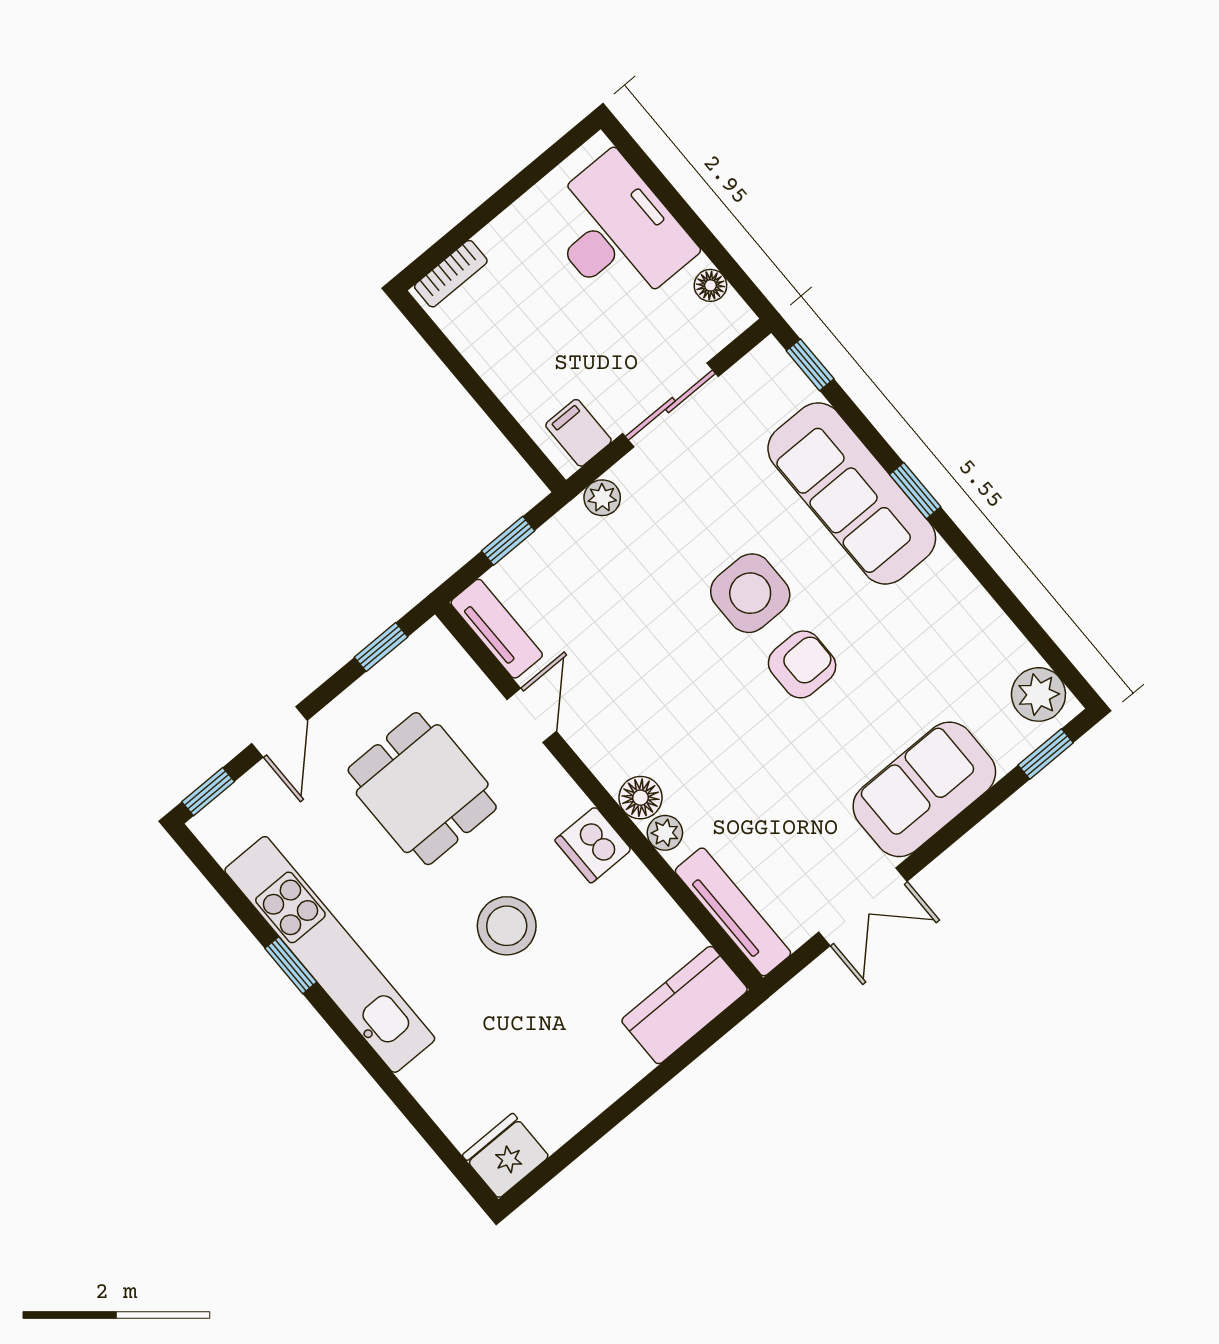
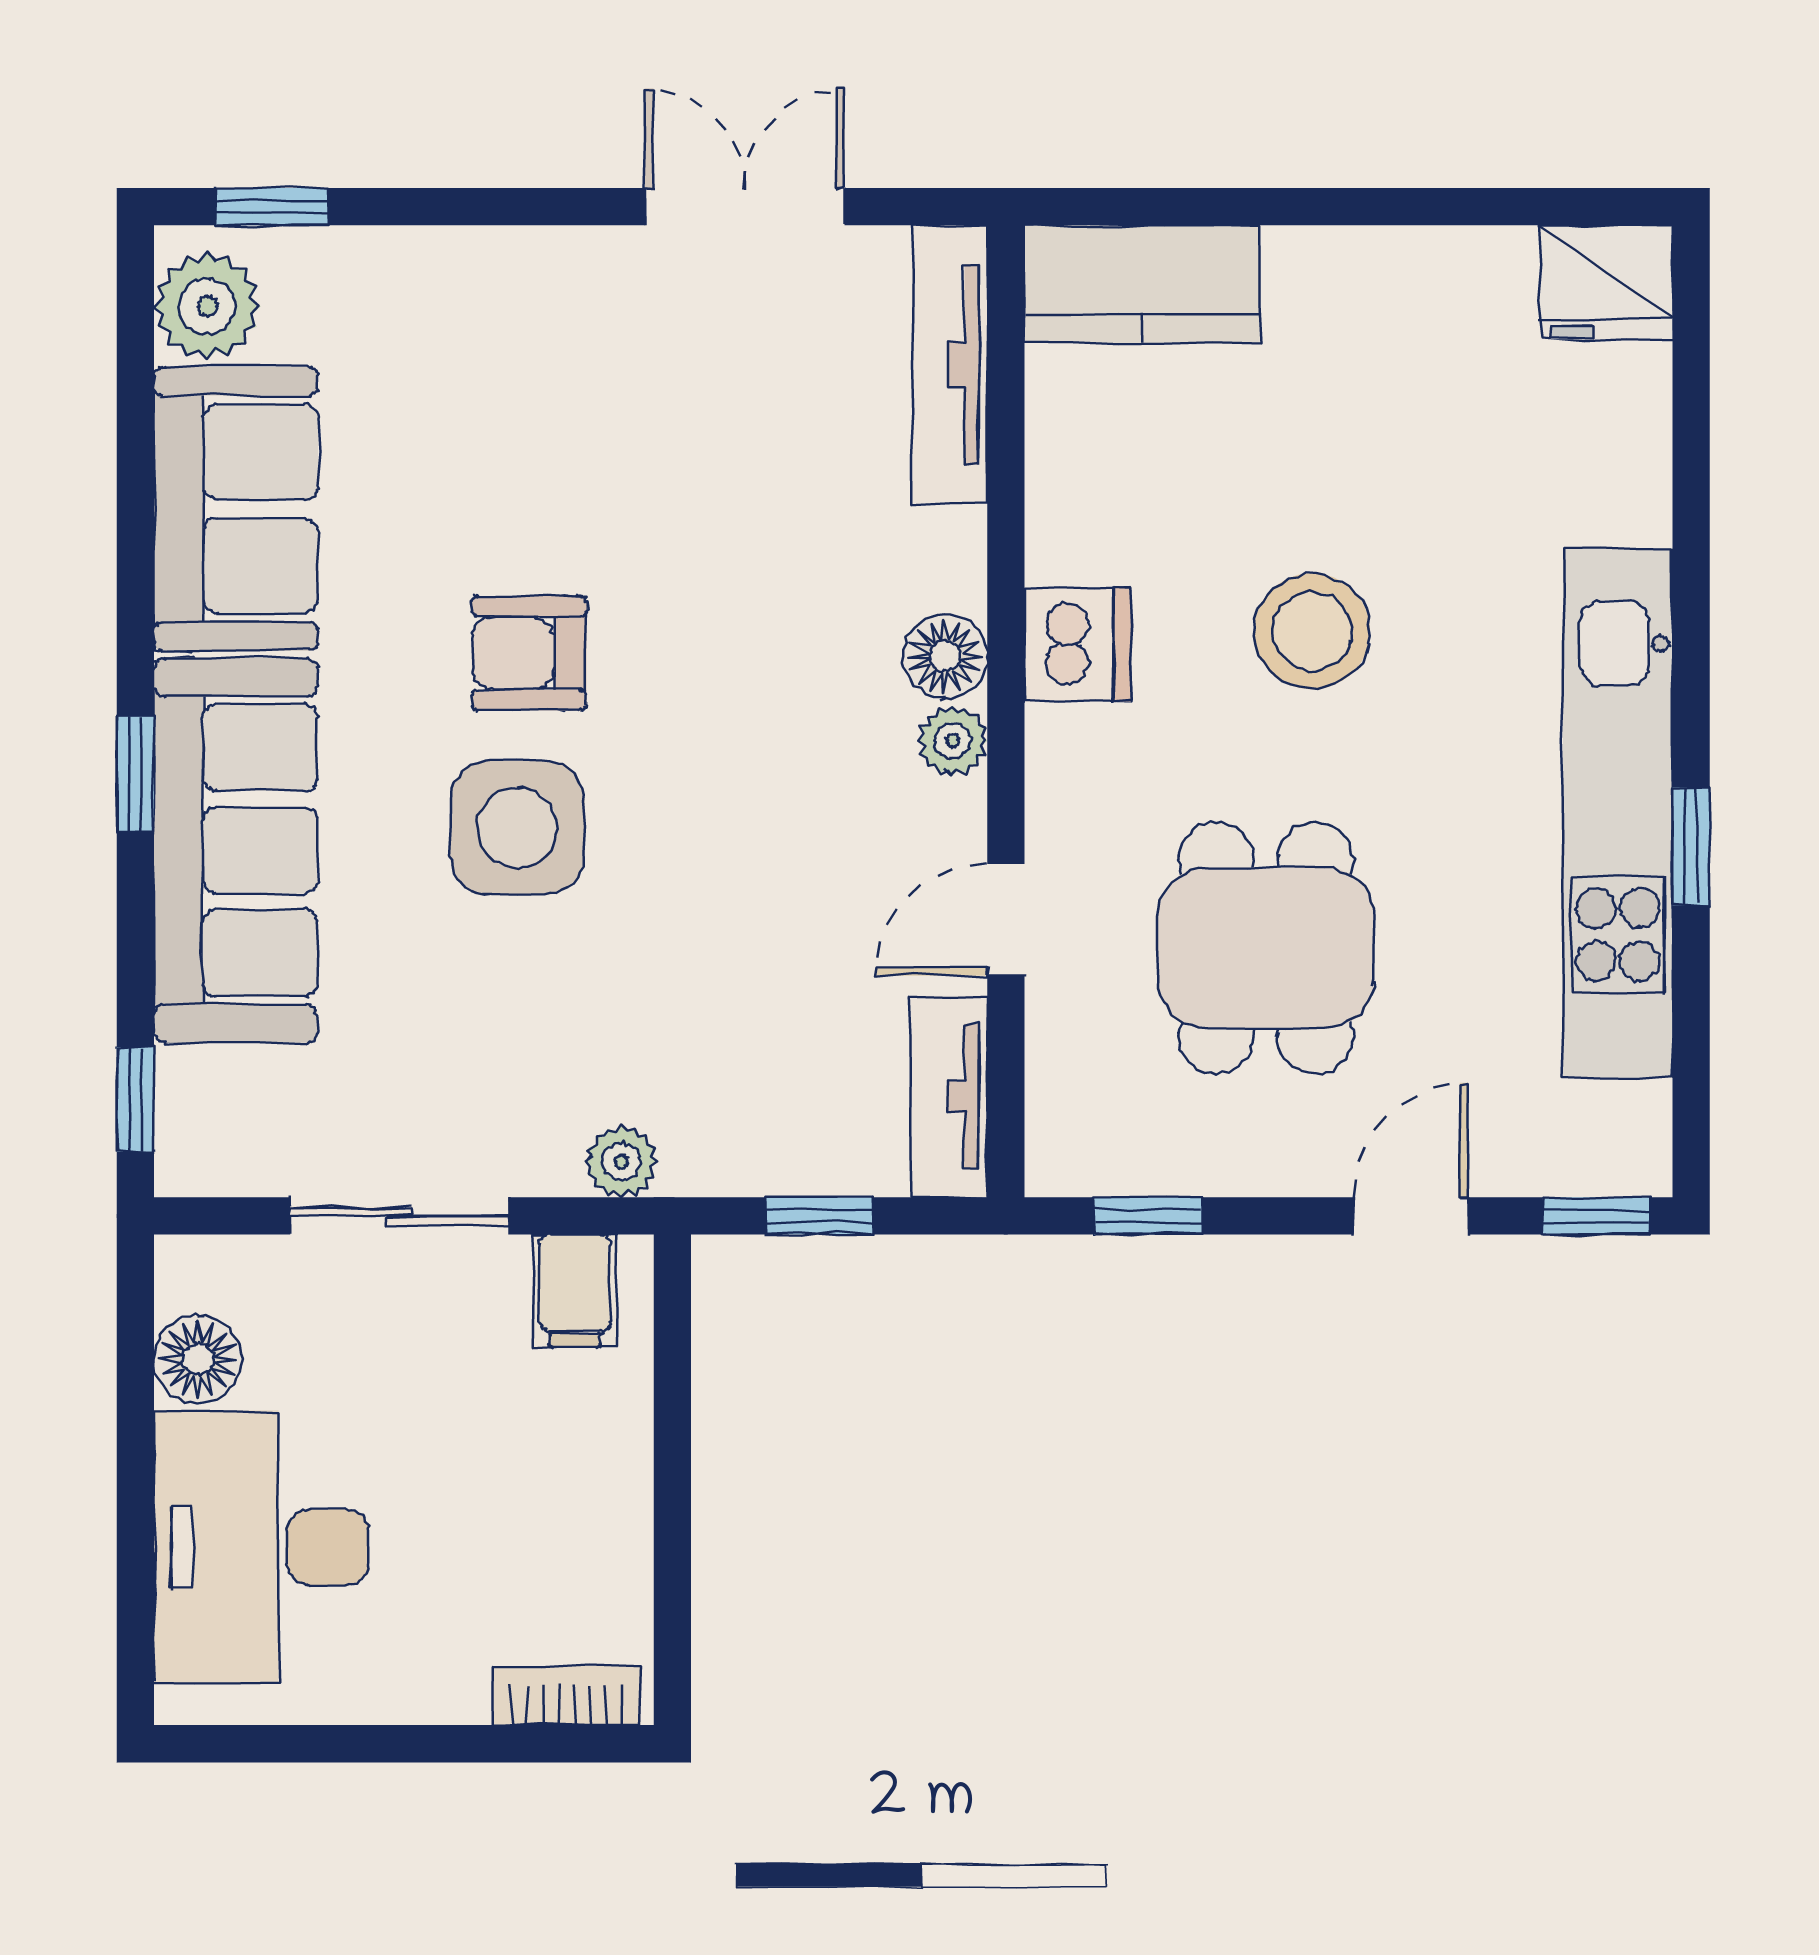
floor lamp: (710, 285) -> (198, 1359), width x1.37, depth x1.37
sofa: (924, 789) -> (236, 509), moved, turned -90
plant: (665, 833) -> (953, 741), moved

